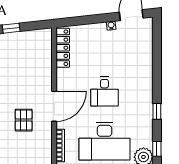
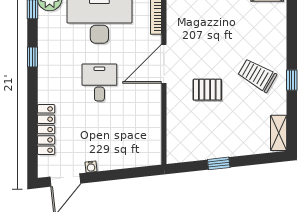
locker: (63, 48) -> (46, 130), moved, turned 180
pallet: (24, 120) -> (207, 90), moved, turned 90

